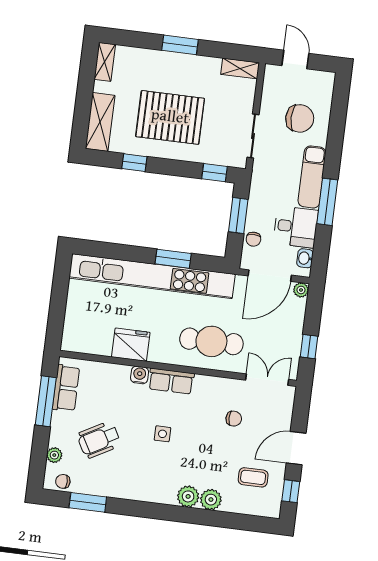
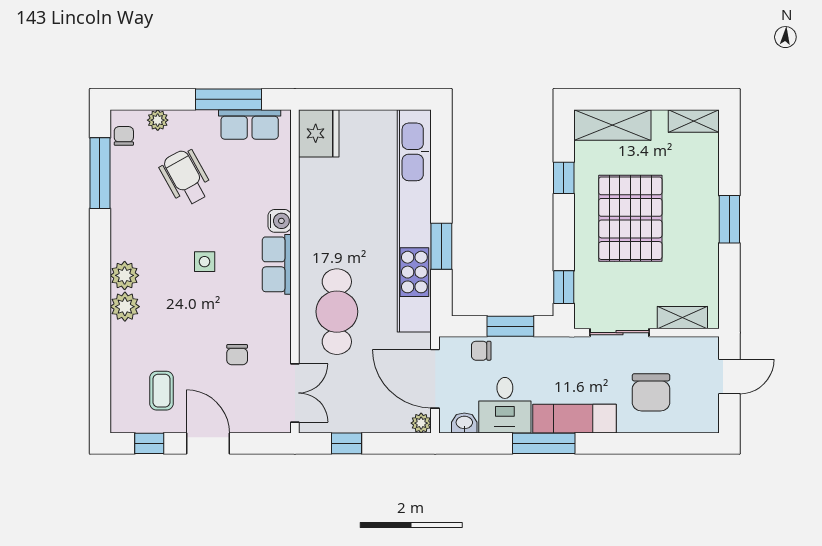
shelving: (240, 68) -> (682, 318), moved, turned 90
fridge: (131, 345) -> (319, 133), moved
plant: (211, 500) -> (125, 275), moved
window: (88, 502) -> (100, 173), width x1.44

